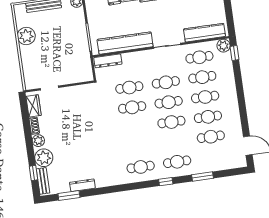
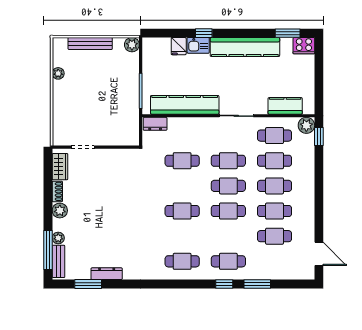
kitchen counter: (204, 33) -> (285, 106), width x0.67
plant: (26, 36) -> (58, 73), width x0.53, depth x0.53
dresser: (108, 61) -> (155, 124), width x0.70
cafe table: (132, 107) -> (182, 211), moved
plant: (44, 158) -> (58, 238), width x0.53, depth x0.53
window: (33, 173) -> (48, 250), width x2.17
window: (166, 182) -> (224, 284), moved

